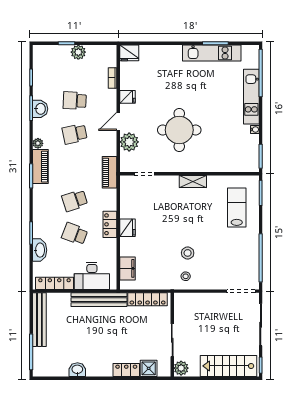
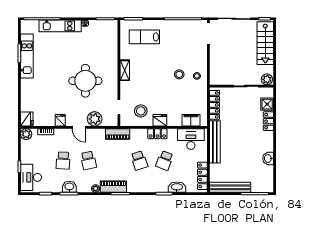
plant: (78, 52) -> (26, 134), moved
desk: (53, 59) -> (31, 177), added
stool: (140, 203) -> (141, 111), added
desk: (92, 276) -> (191, 139), moved, turned -90

